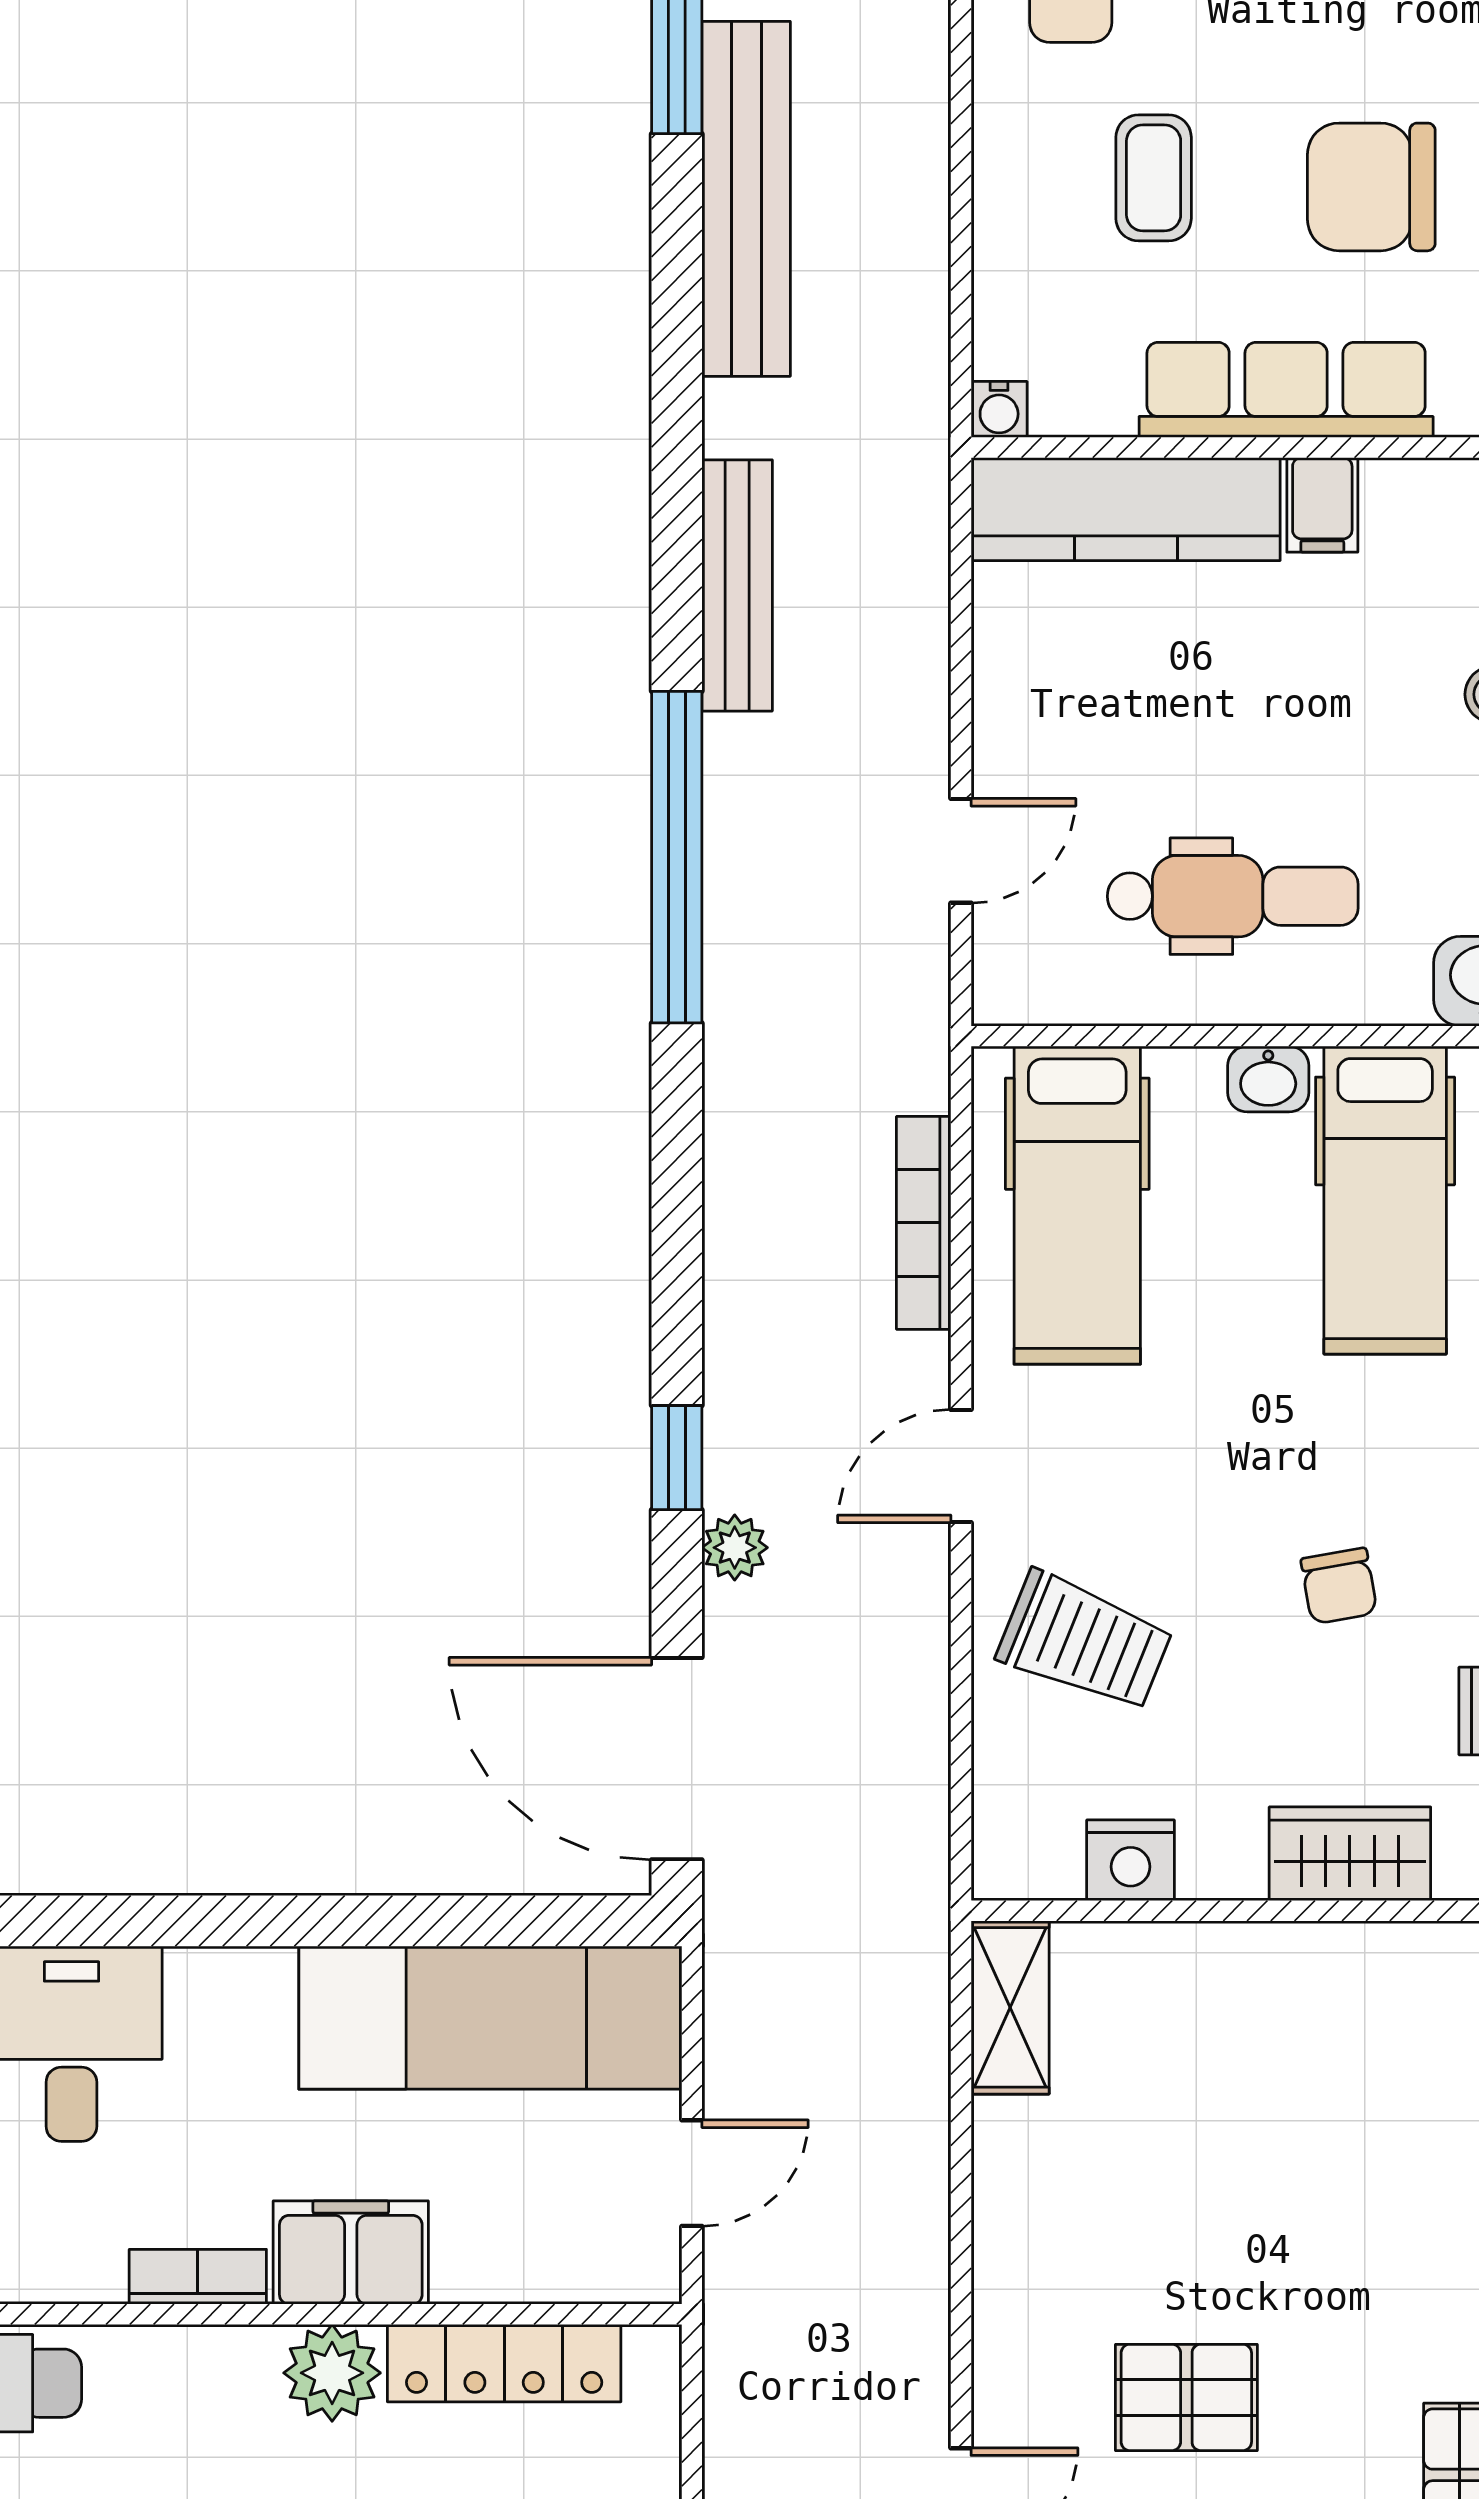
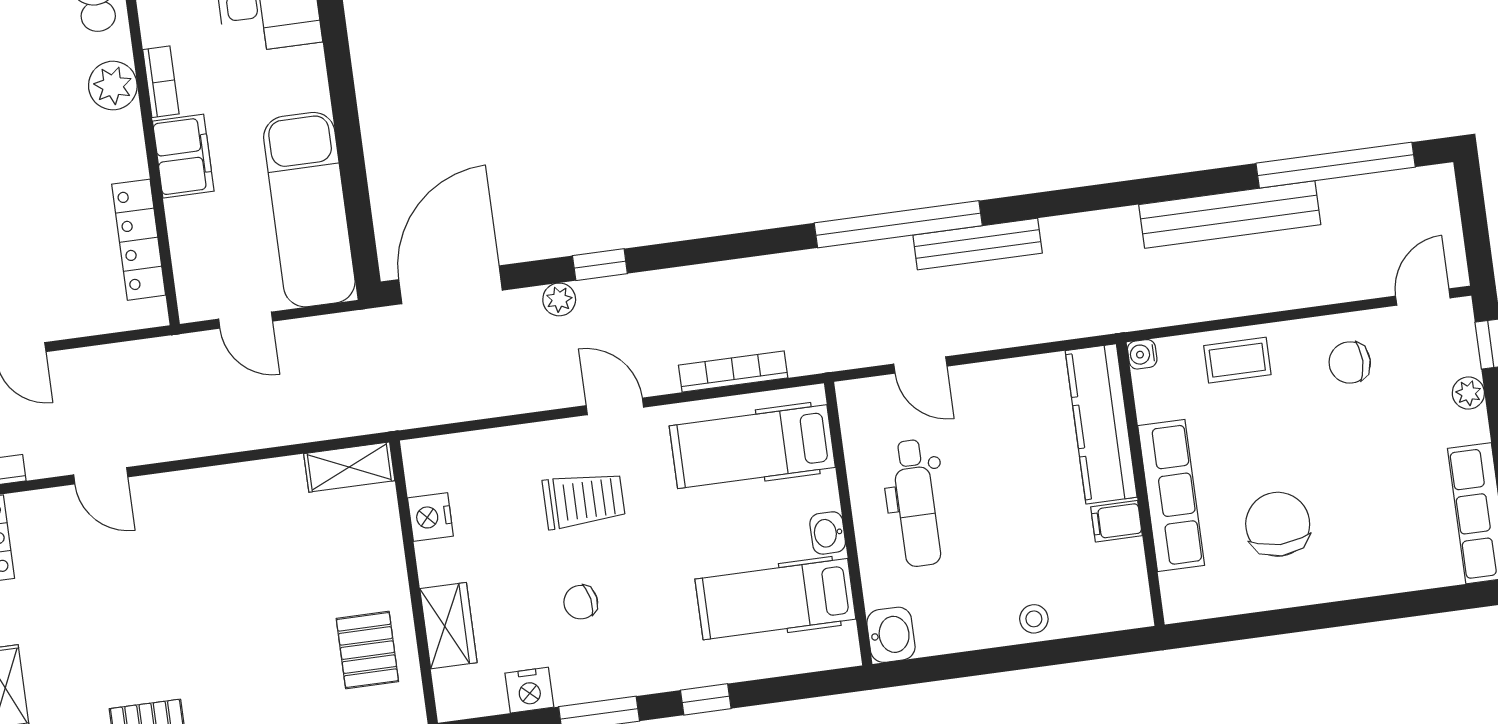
coffee table: (1154, 178) -> (1237, 360), moved
bench: (737, 585) -> (978, 244), moved
trolley: (1085, 1642) -> (584, 500), moved, turned -112
plant: (332, 2373) -> (113, 86), moved
pallet: (1186, 2397) -> (367, 650), moved

